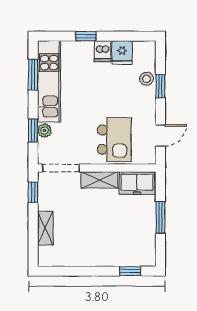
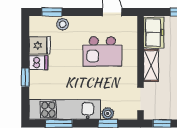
window: (160, 86) -> (52, 12), moved
kitchen island: (114, 140) -> (102, 51), moved, turned 180
doorway: (61, 168) -> (141, 99), width x0.73

